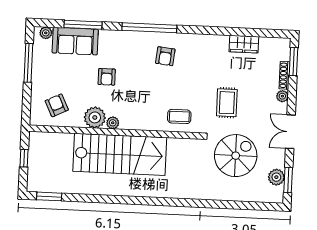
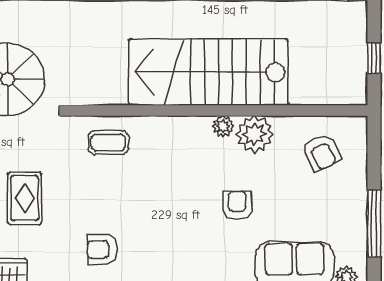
armchair: (165, 56) -> (102, 249), moved, turned -96
rug: (227, 103) -> (25, 198), moved

